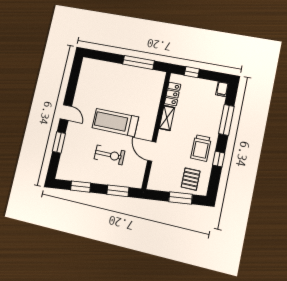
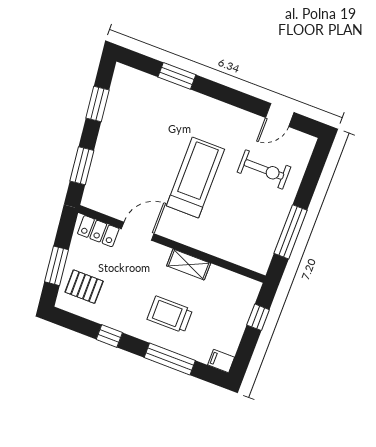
locker: (173, 94) -> (98, 231), moved
door: (66, 113) -> (280, 115), moved
trolley: (201, 148) -> (170, 314), moved
exercise bike: (109, 155) -> (264, 169), moved, turned -90

